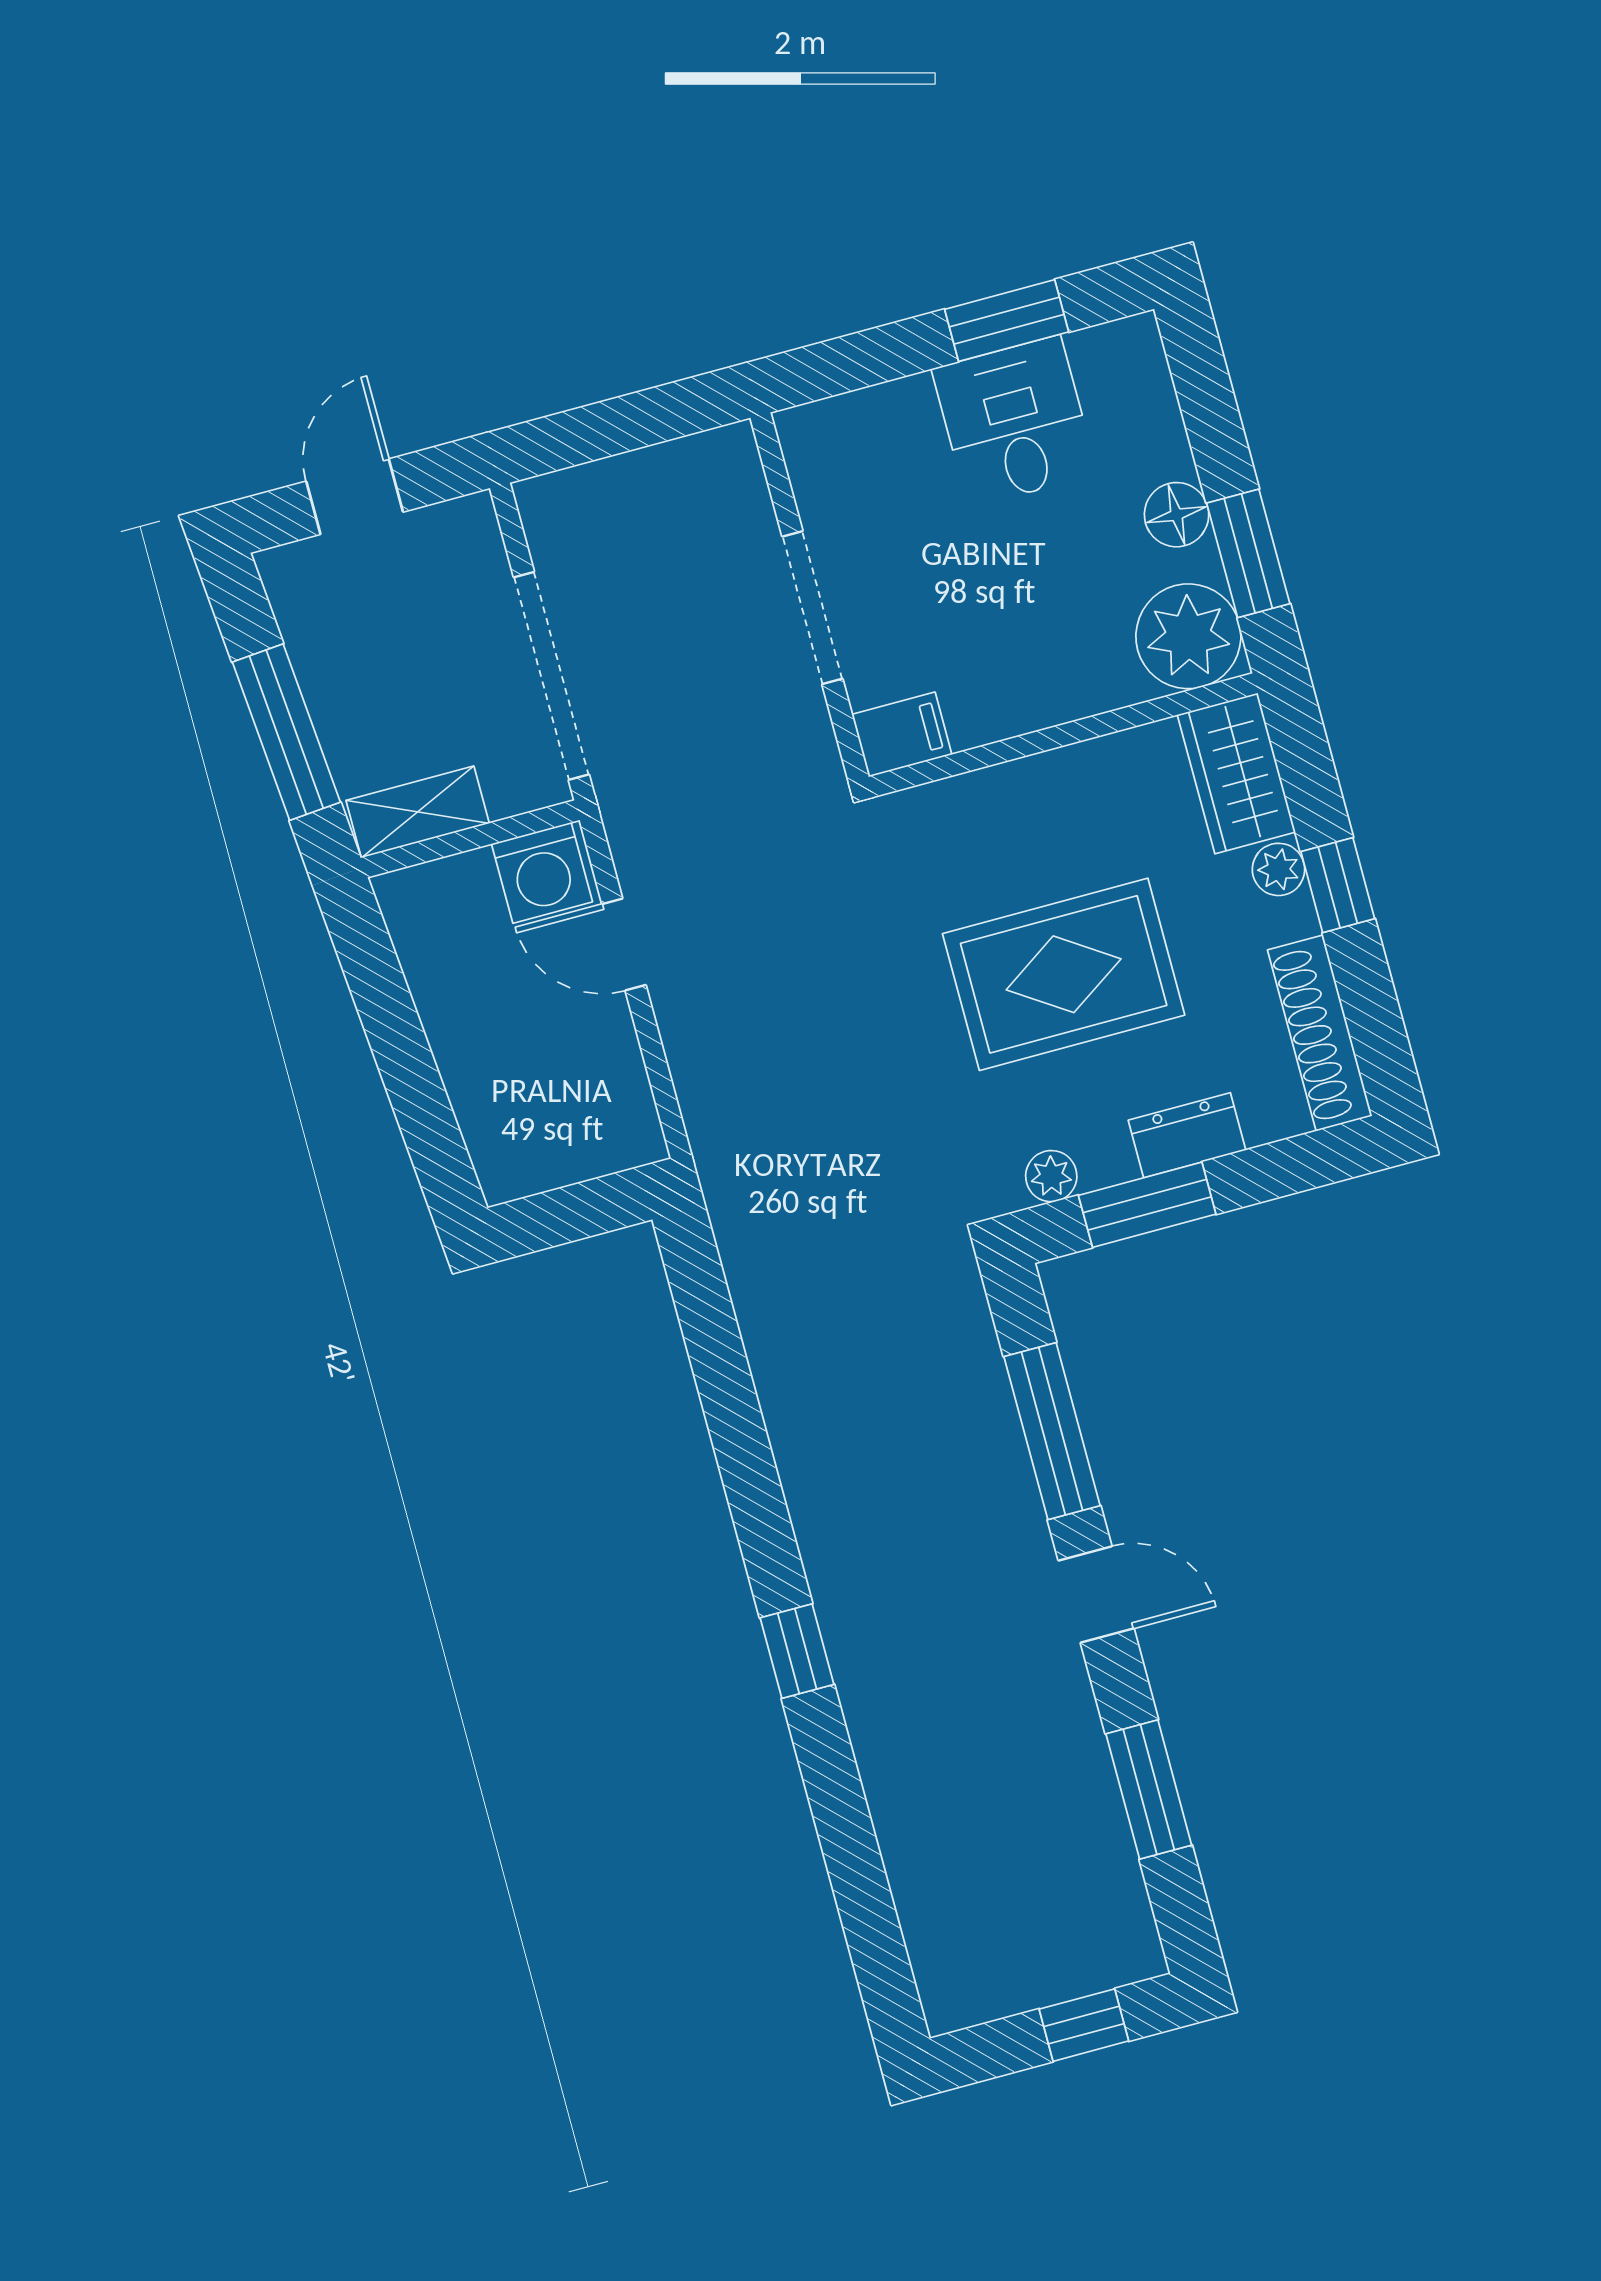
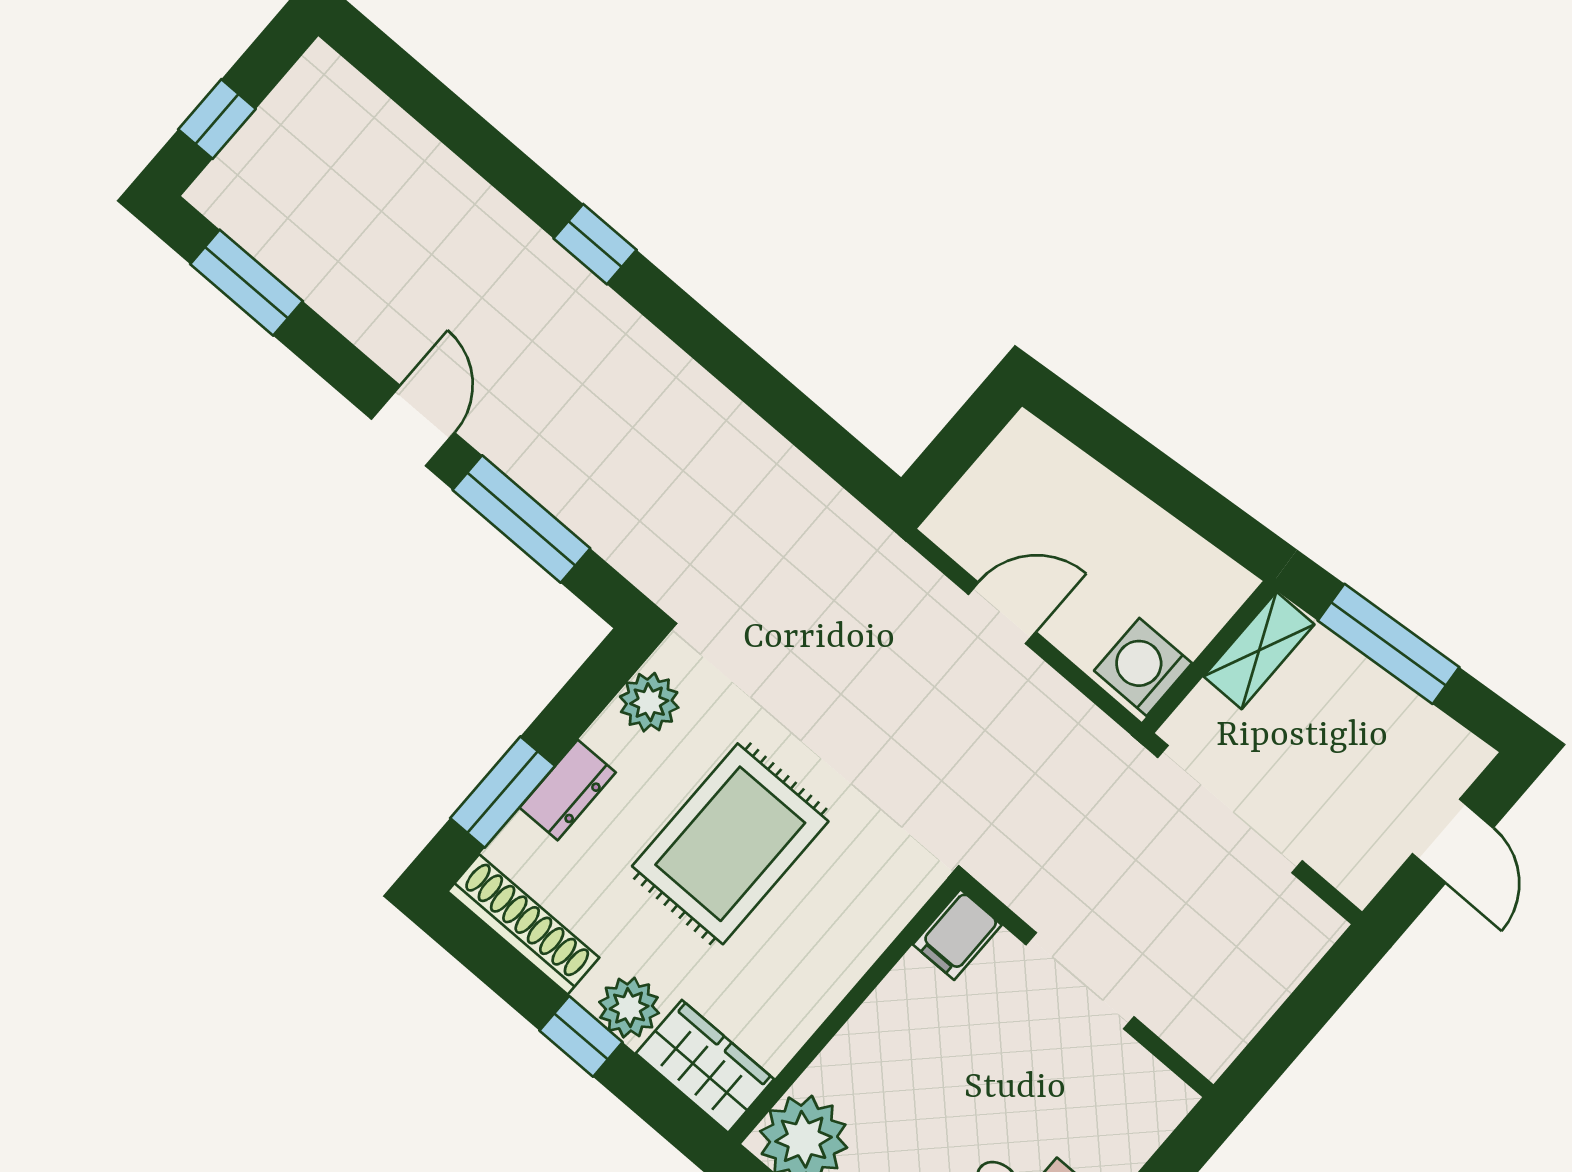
plant: (1278, 869) -> (629, 1008), width x1.38, depth x1.38
door: (624, 944) -> (1002, 613), moved
plant: (1051, 1176) -> (649, 702), width x1.38, depth x1.38
window: (1147, 1205) -> (503, 792), moved
door: (1096, 1595) -> (413, 426), swing flipped
window: (1149, 1789) -> (246, 283), moved

